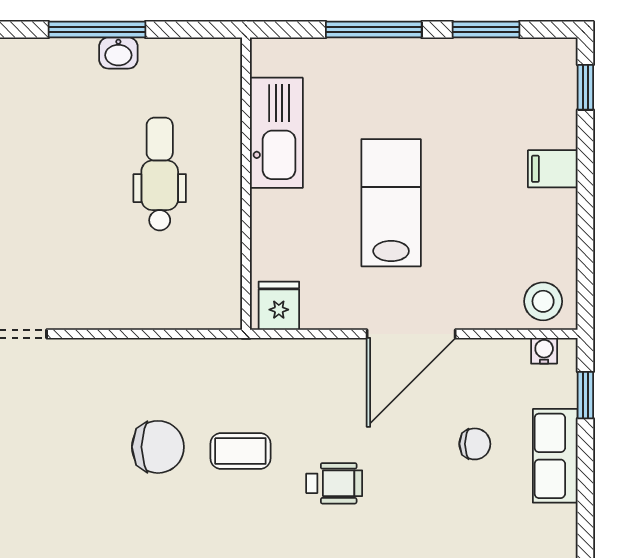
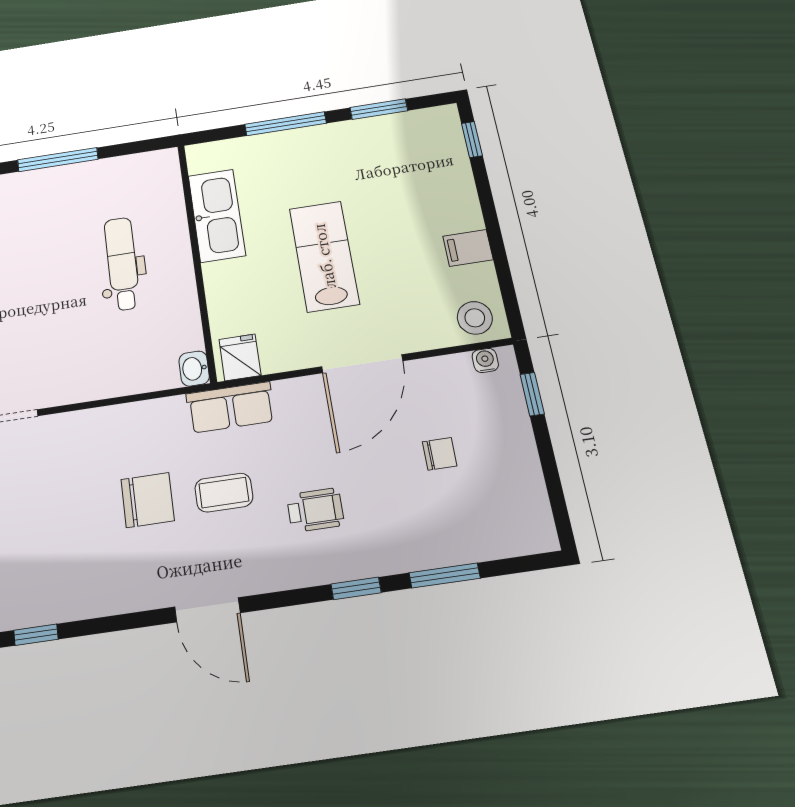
washbasin: (118, 53) -> (194, 369), moved, turned 90
filing cabinet: (553, 169) -> (468, 248), moved
row of seats: (555, 456) -> (231, 407), moved, turned -90

